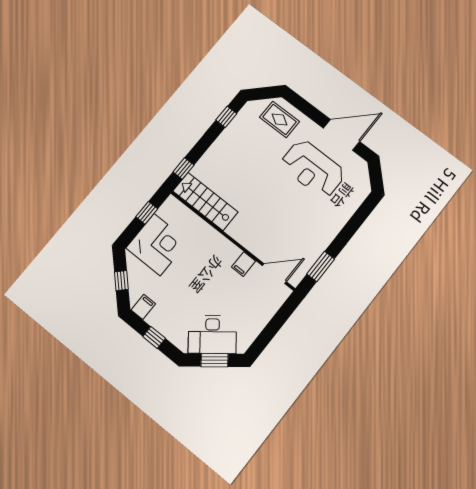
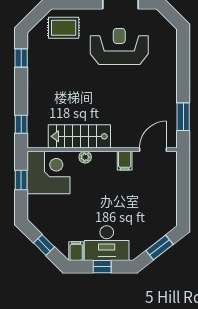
reception desk: (313, 169) -> (119, 46), turned 180
stairs: (205, 201) -> (79, 136), moved
plant: (213, 236) -> (85, 157), added
corner desk: (157, 244) -> (49, 172), moved
desk: (212, 335) -> (107, 243), moved, turned 38

